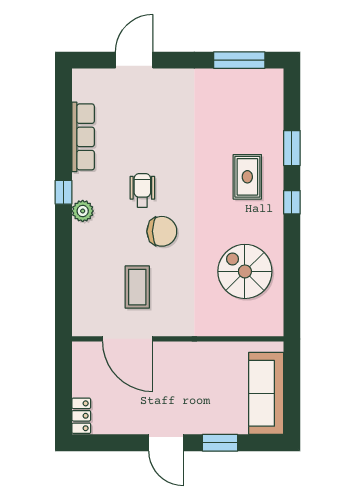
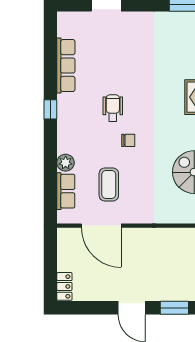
plant: (83, 211) -> (66, 163), moved
chair: (162, 231) -> (128, 140), width x0.54, depth x0.54
row of seats: (83, 295) -> (66, 191), added

